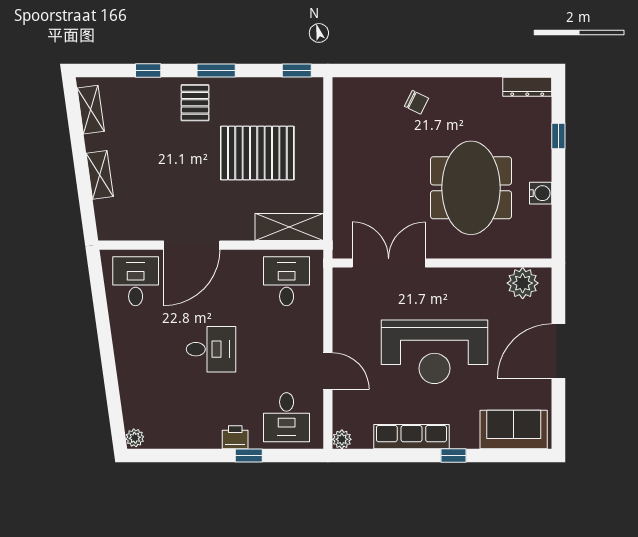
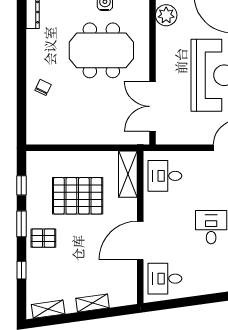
window: (297, 70) -> (21, 185), moved
pallet: (257, 153) -> (78, 196), turned 90
door: (192, 245) -> (140, 240), swing flipped

